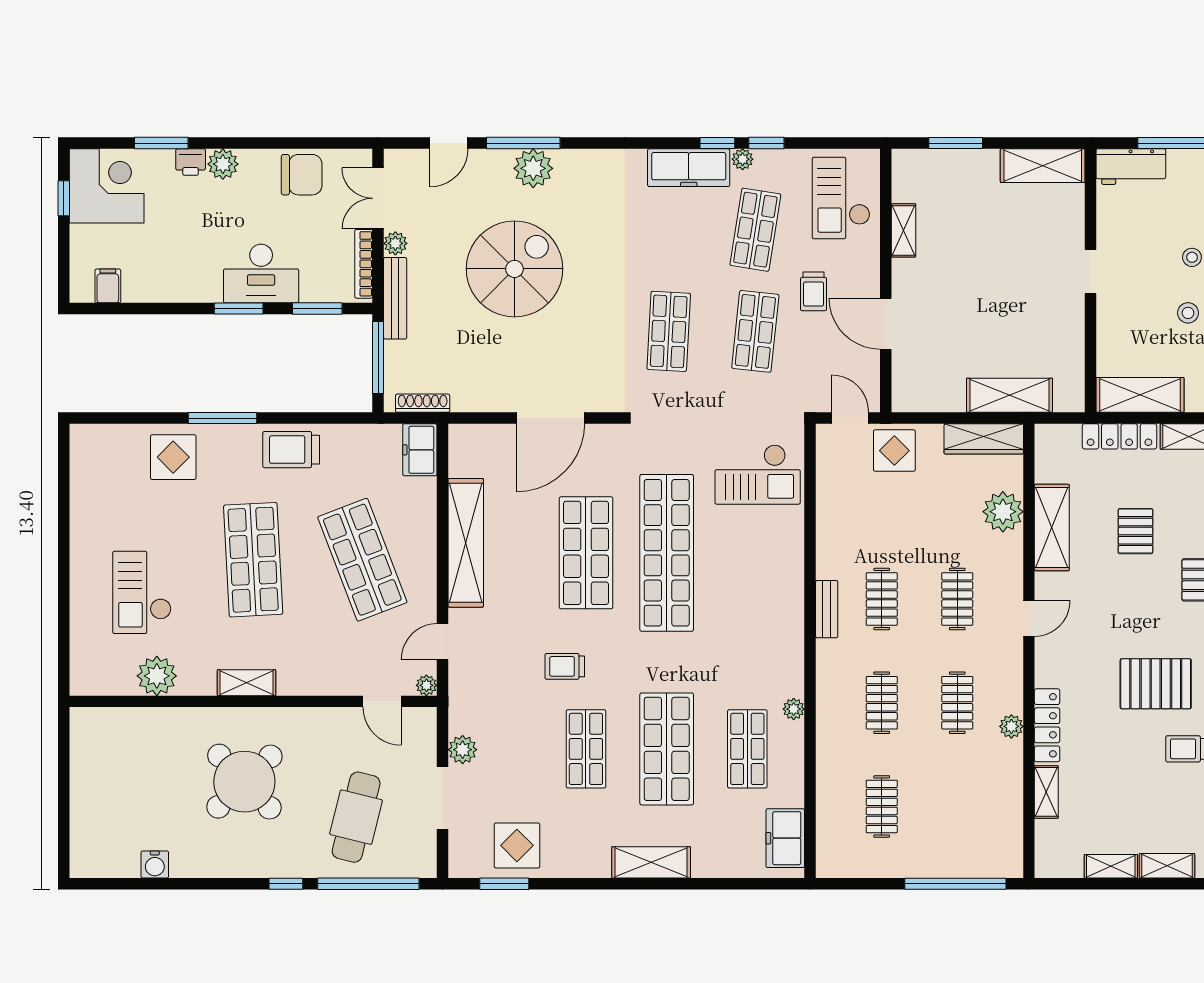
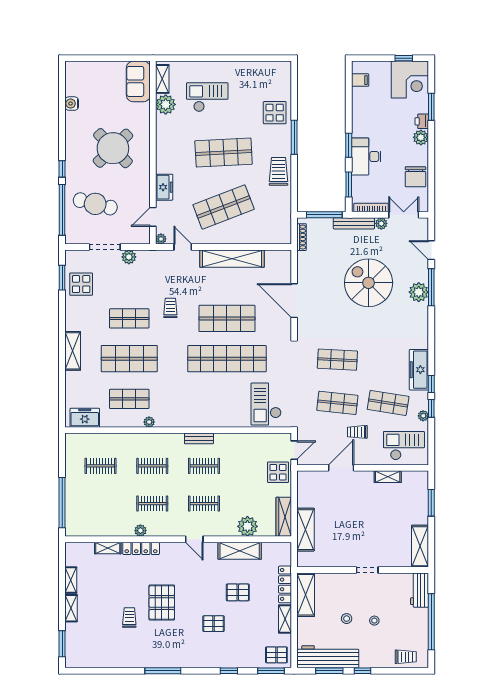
plant: (743, 159) -> (423, 416), moved
spiral stairs: (514, 269) -> (369, 283), turned 180
freezer: (420, 450) -> (164, 187), moved, turned 90
shelving: (246, 683) -> (162, 79), moved
sofa: (111, 731) -> (138, 81), added

